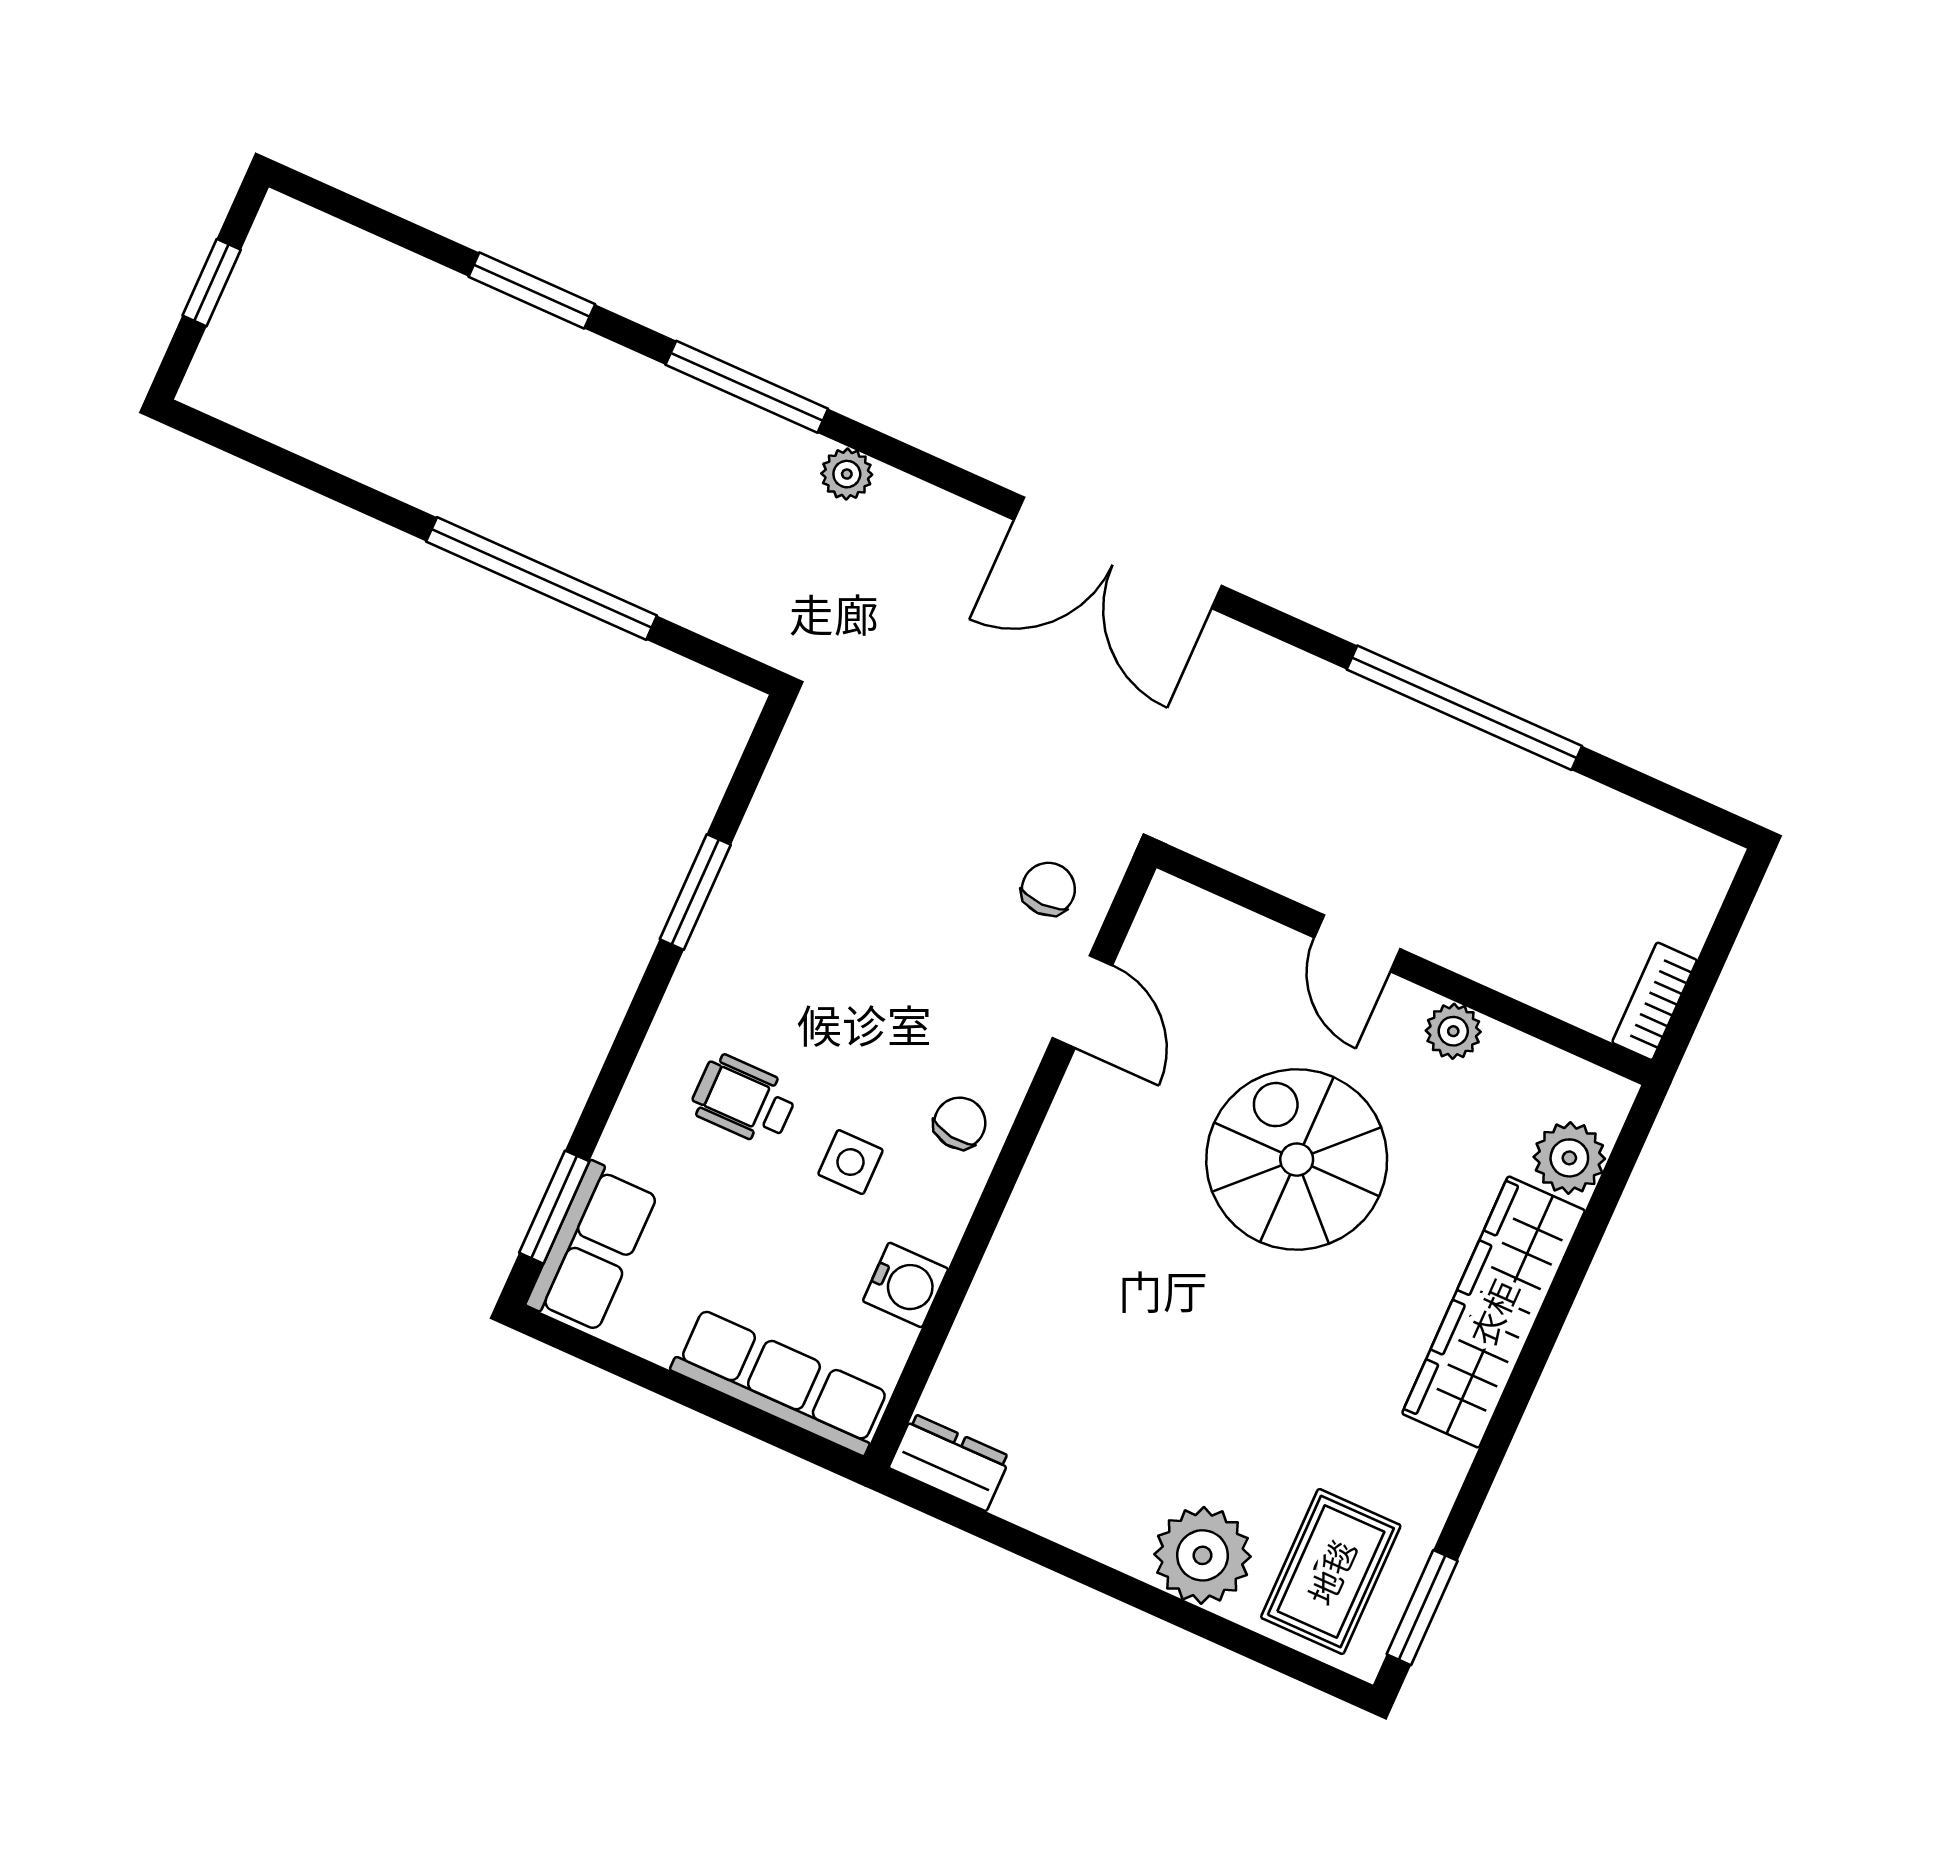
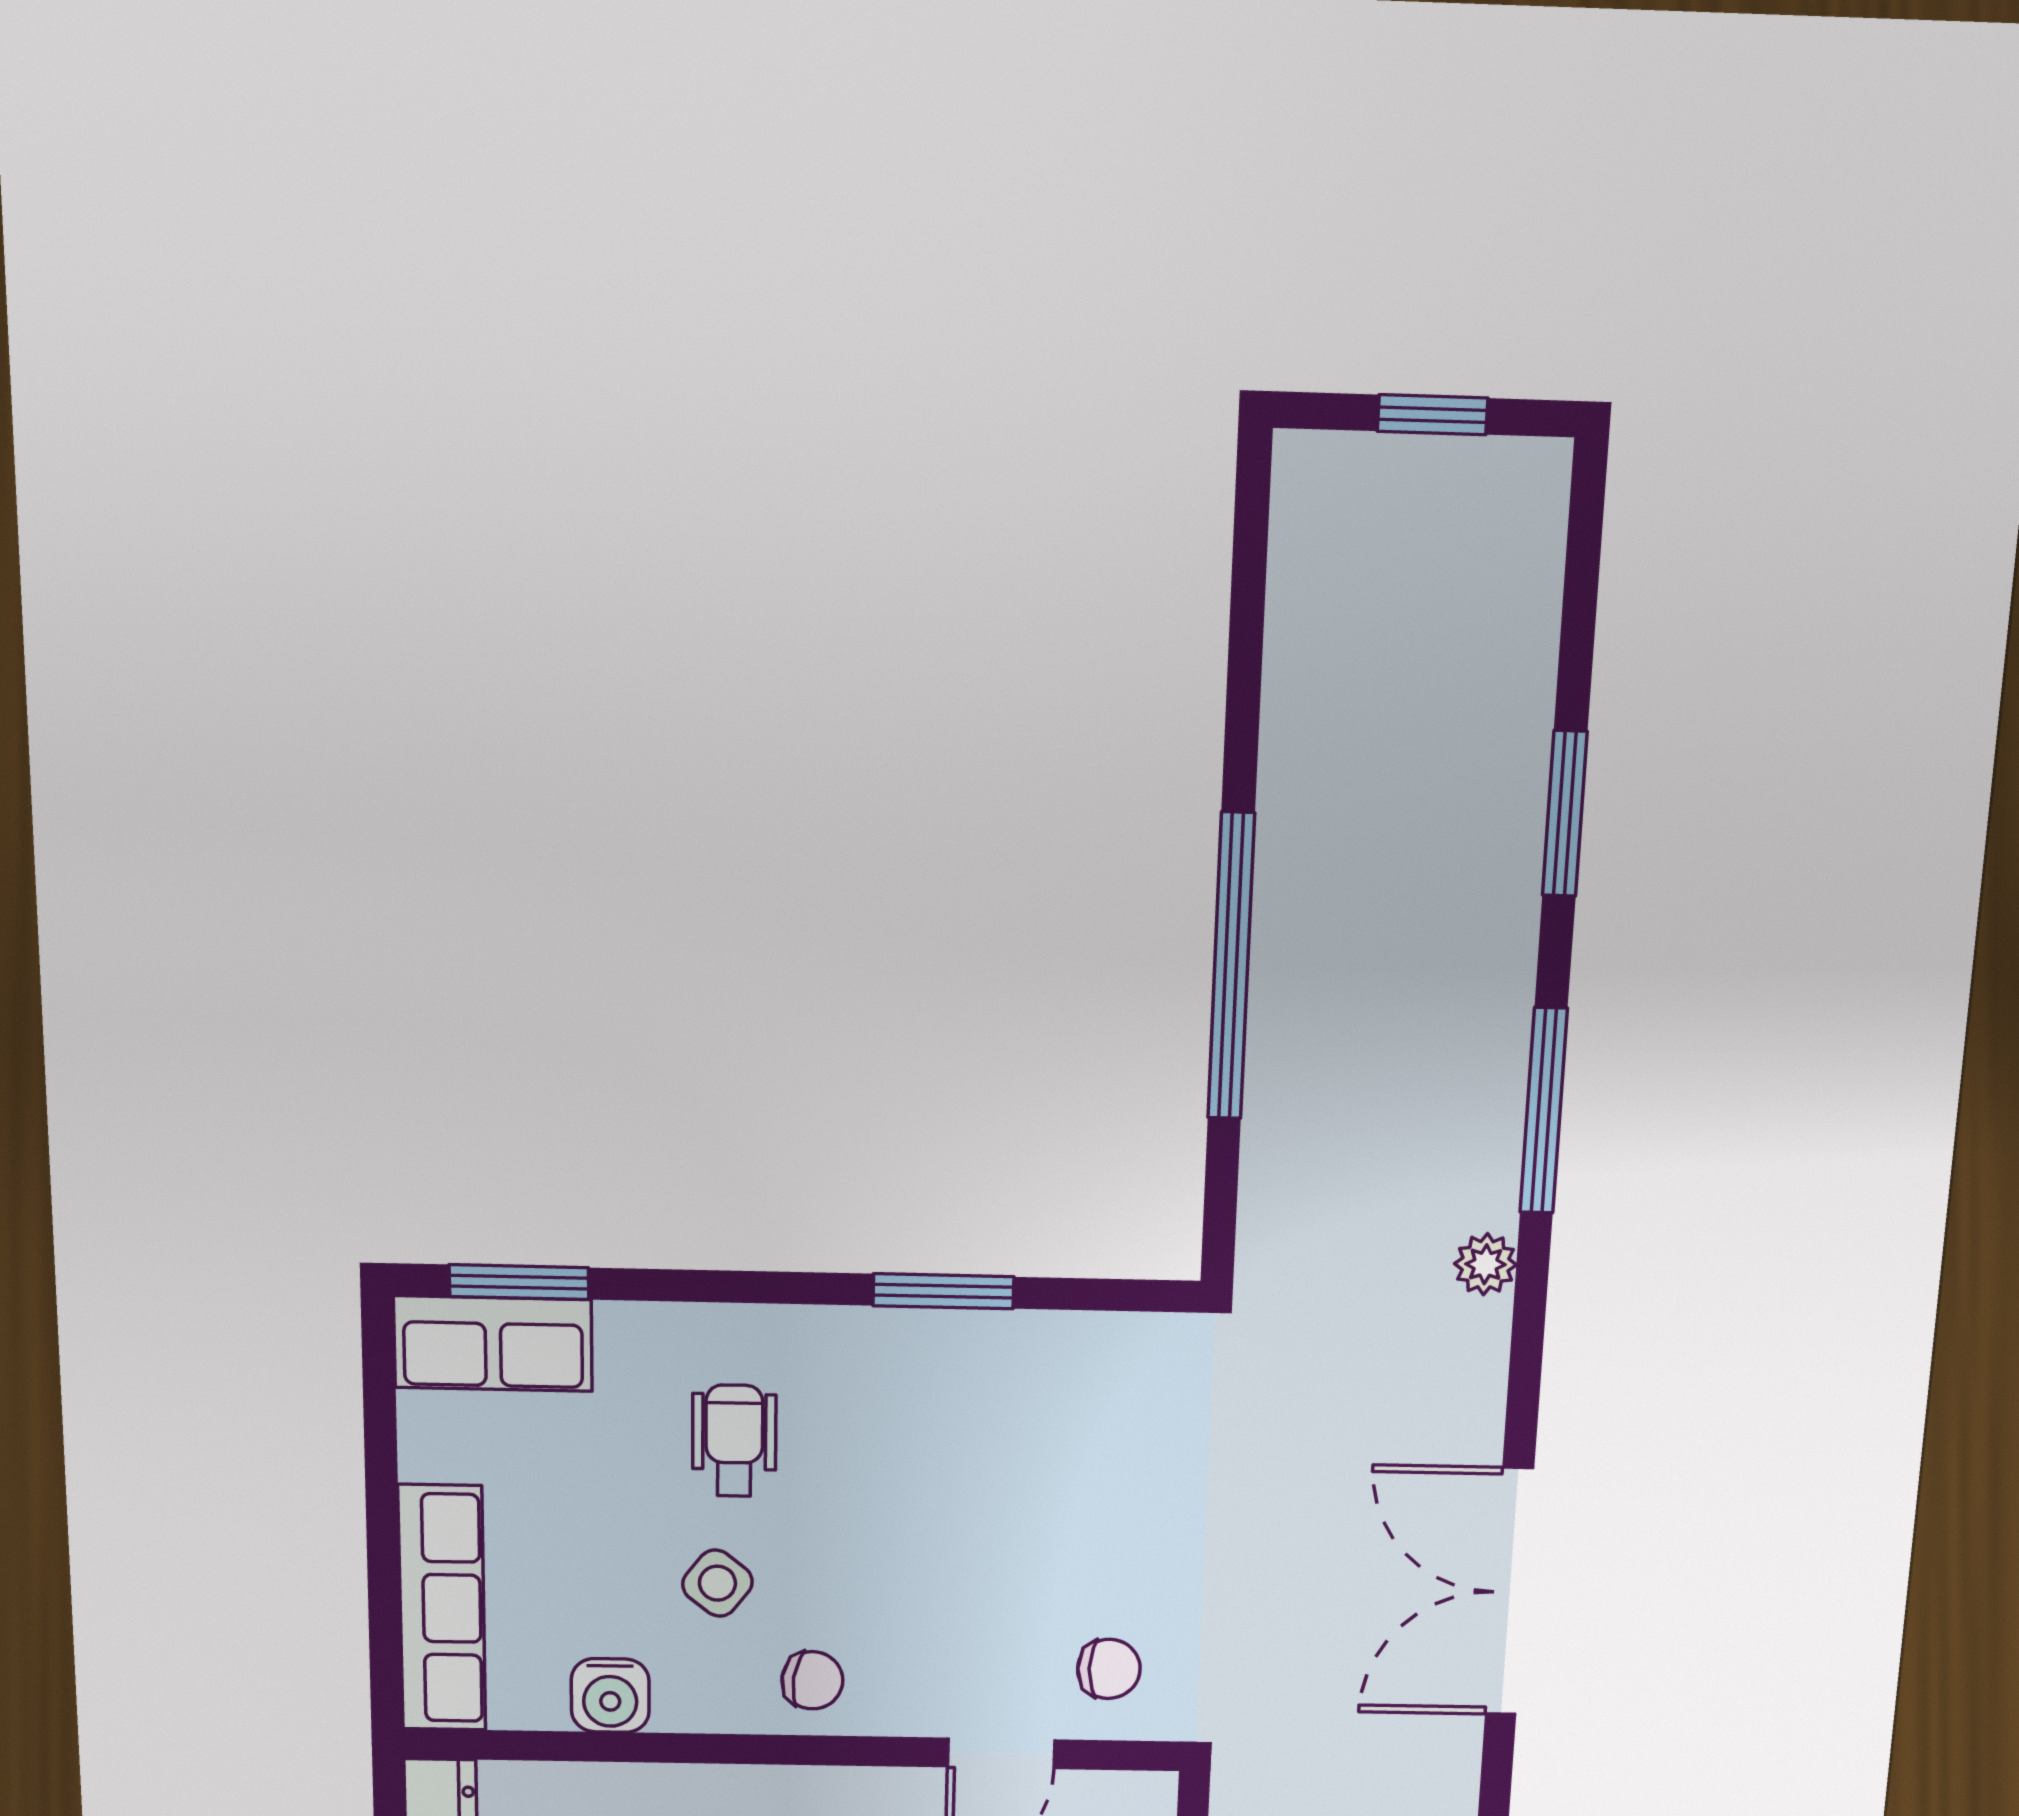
side table: (850, 1162) -> (717, 1583), turned 38

